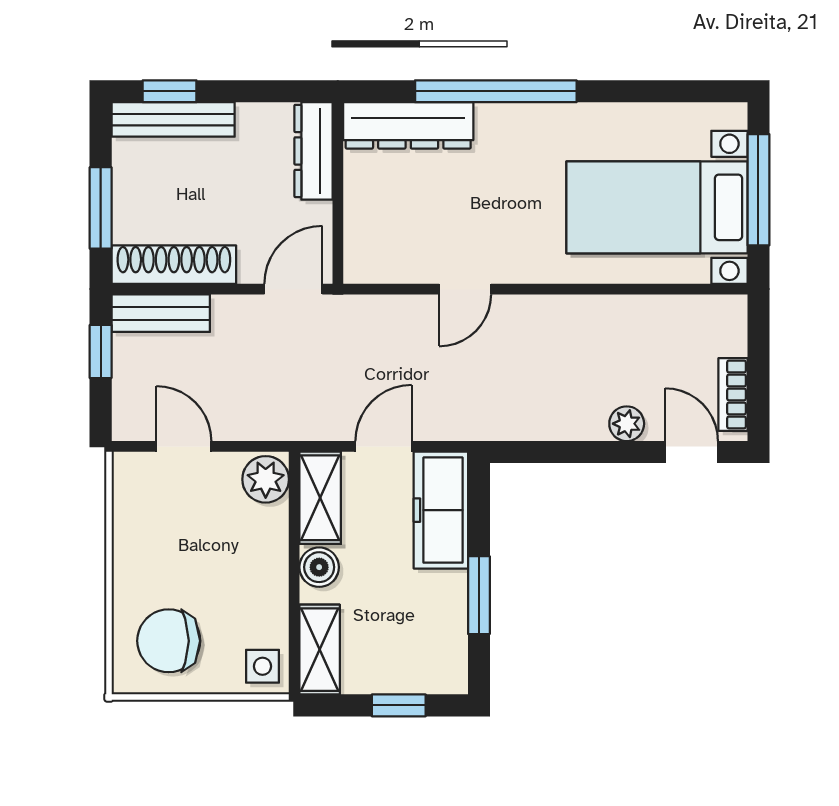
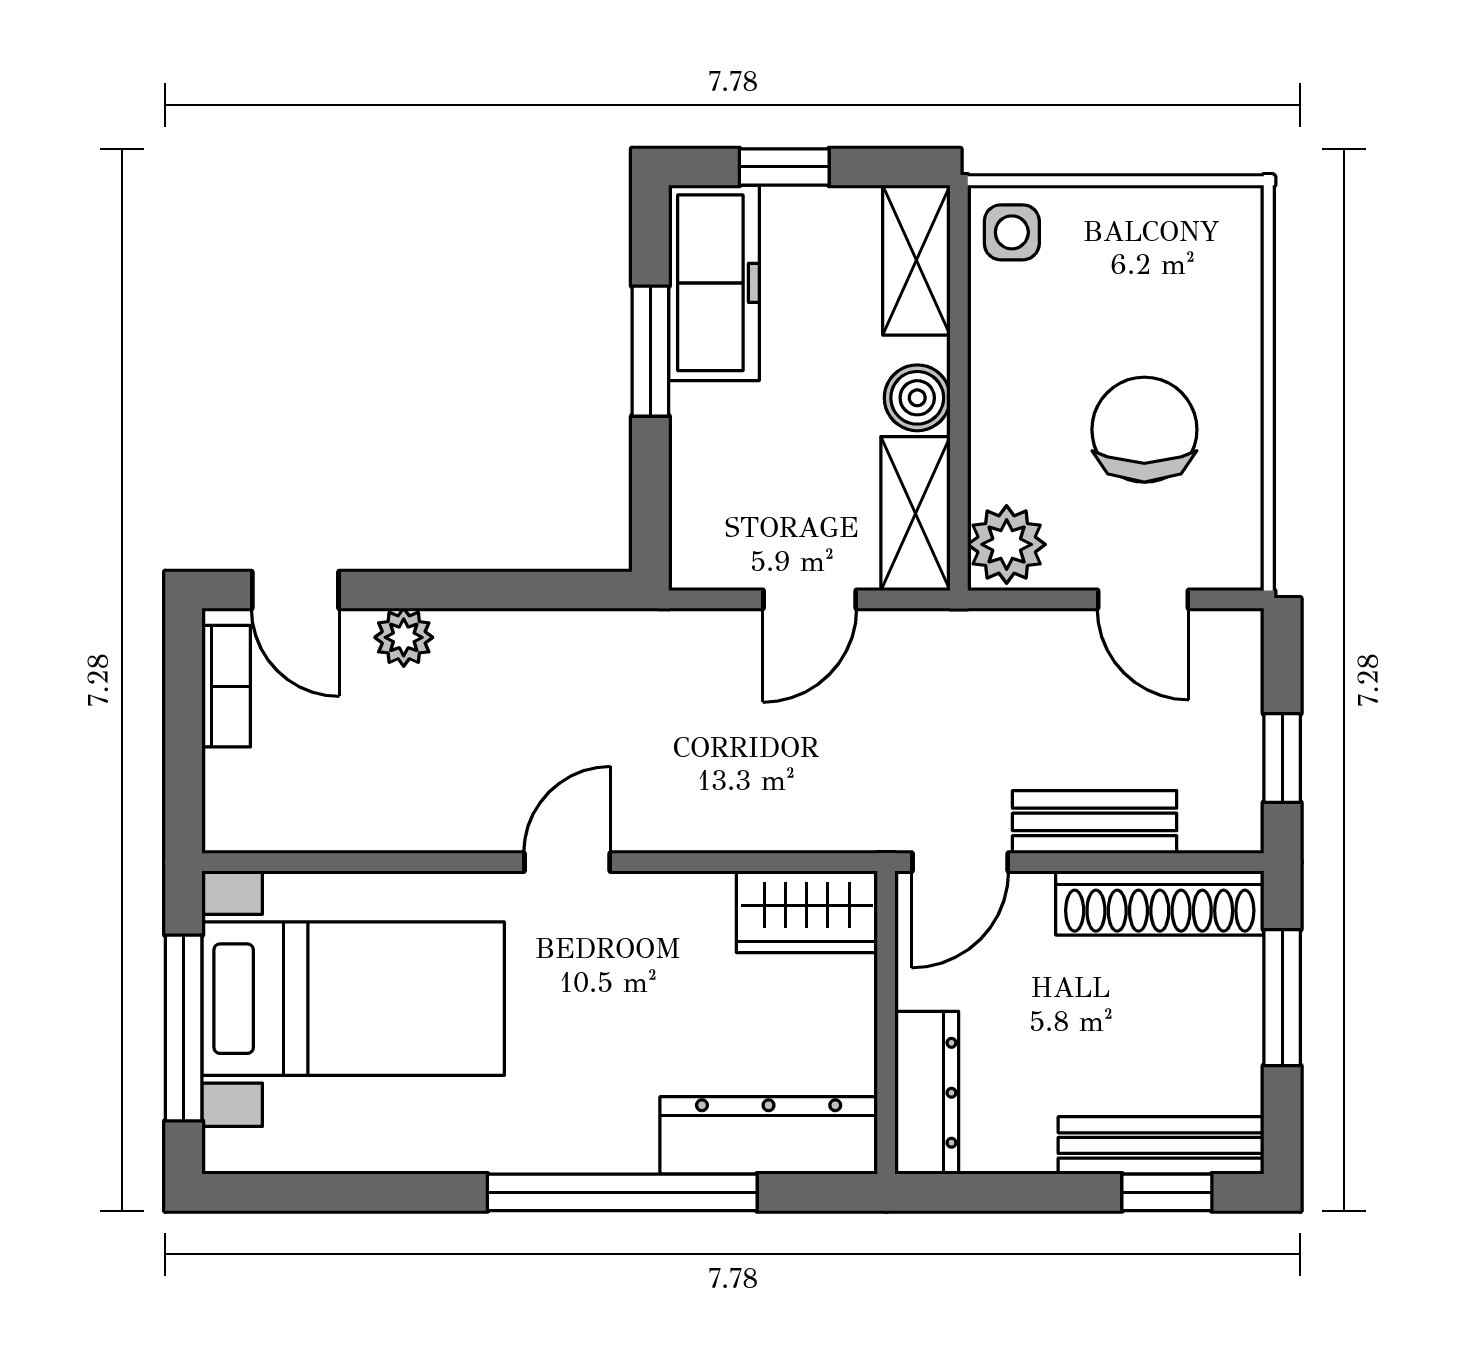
wardrobe: (385, 259) -> (807, 912), added
door: (465, 289) -> (567, 862), moved
bench: (161, 313) -> (1095, 822), moved
freezer: (441, 510) -> (714, 283), moved
chair: (169, 641) -> (1144, 430), moved, turned -90

